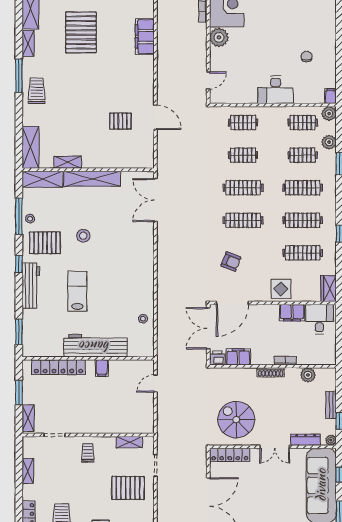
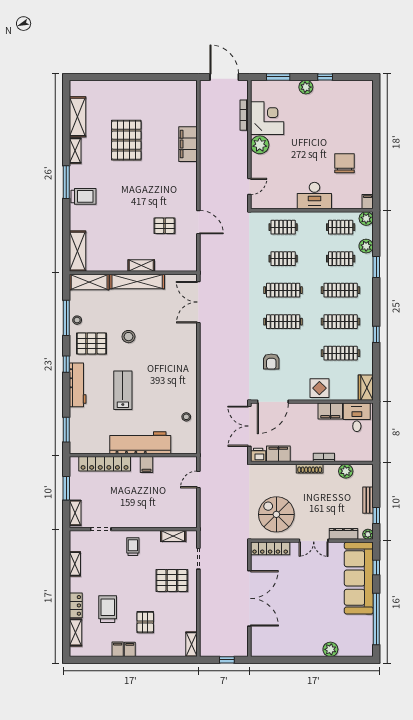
chair: (307, 56) -> (344, 163), width x1.87, depth x1.87
trolley: (37, 91) -> (83, 196), turned 90
shelving: (68, 162) -> (141, 266), moved
armchair: (231, 262) -> (271, 362), turned 69

